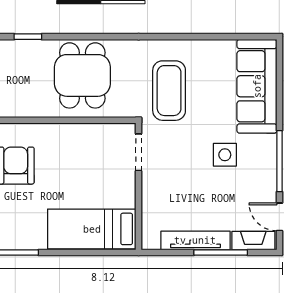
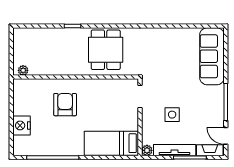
coffee table: (169, 91) -> (158, 59), removed
side table: (225, 155) -> (172, 115), moved
plant: (150, 241) -> (147, 150), added

